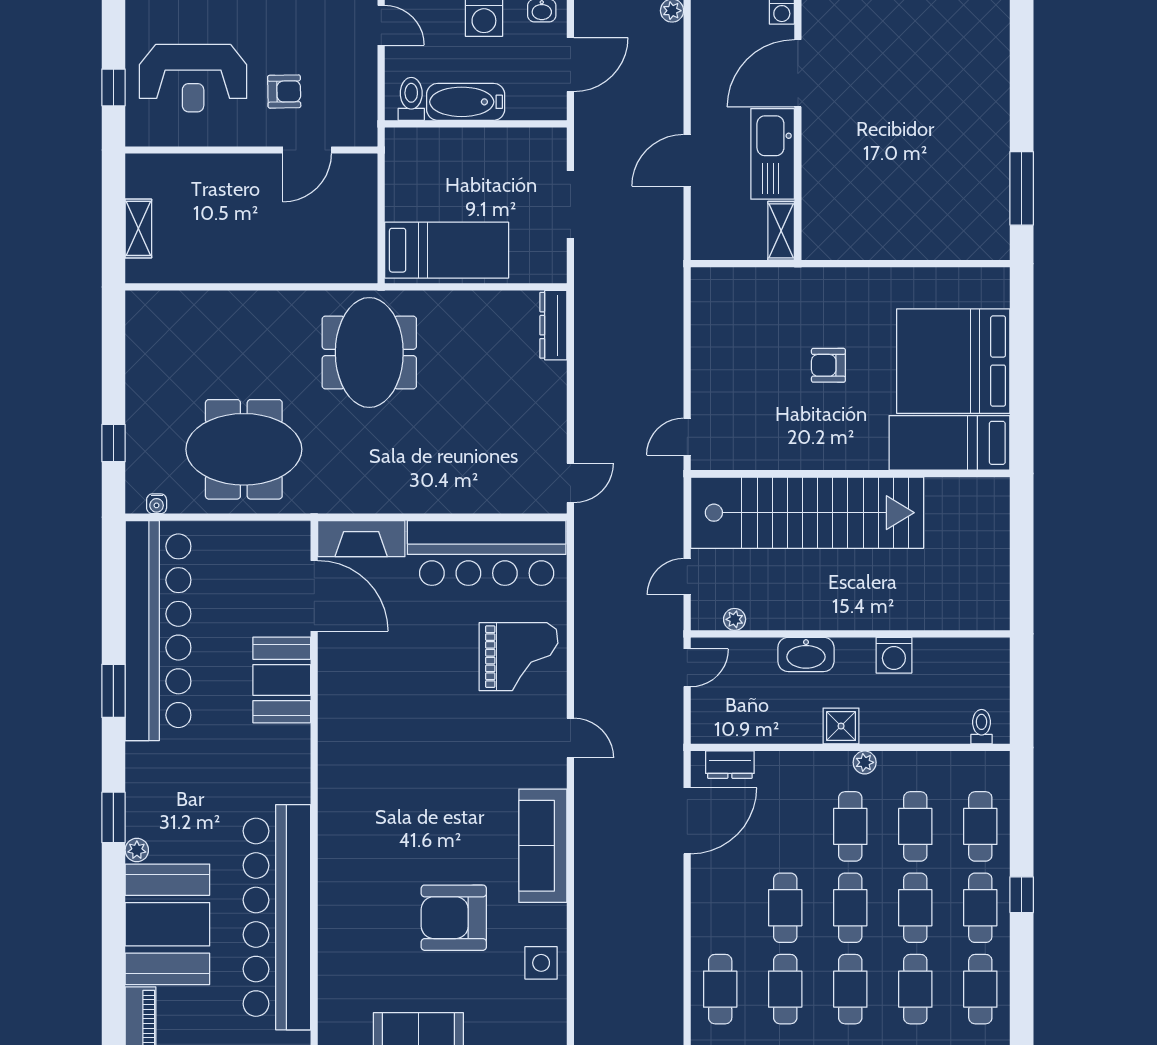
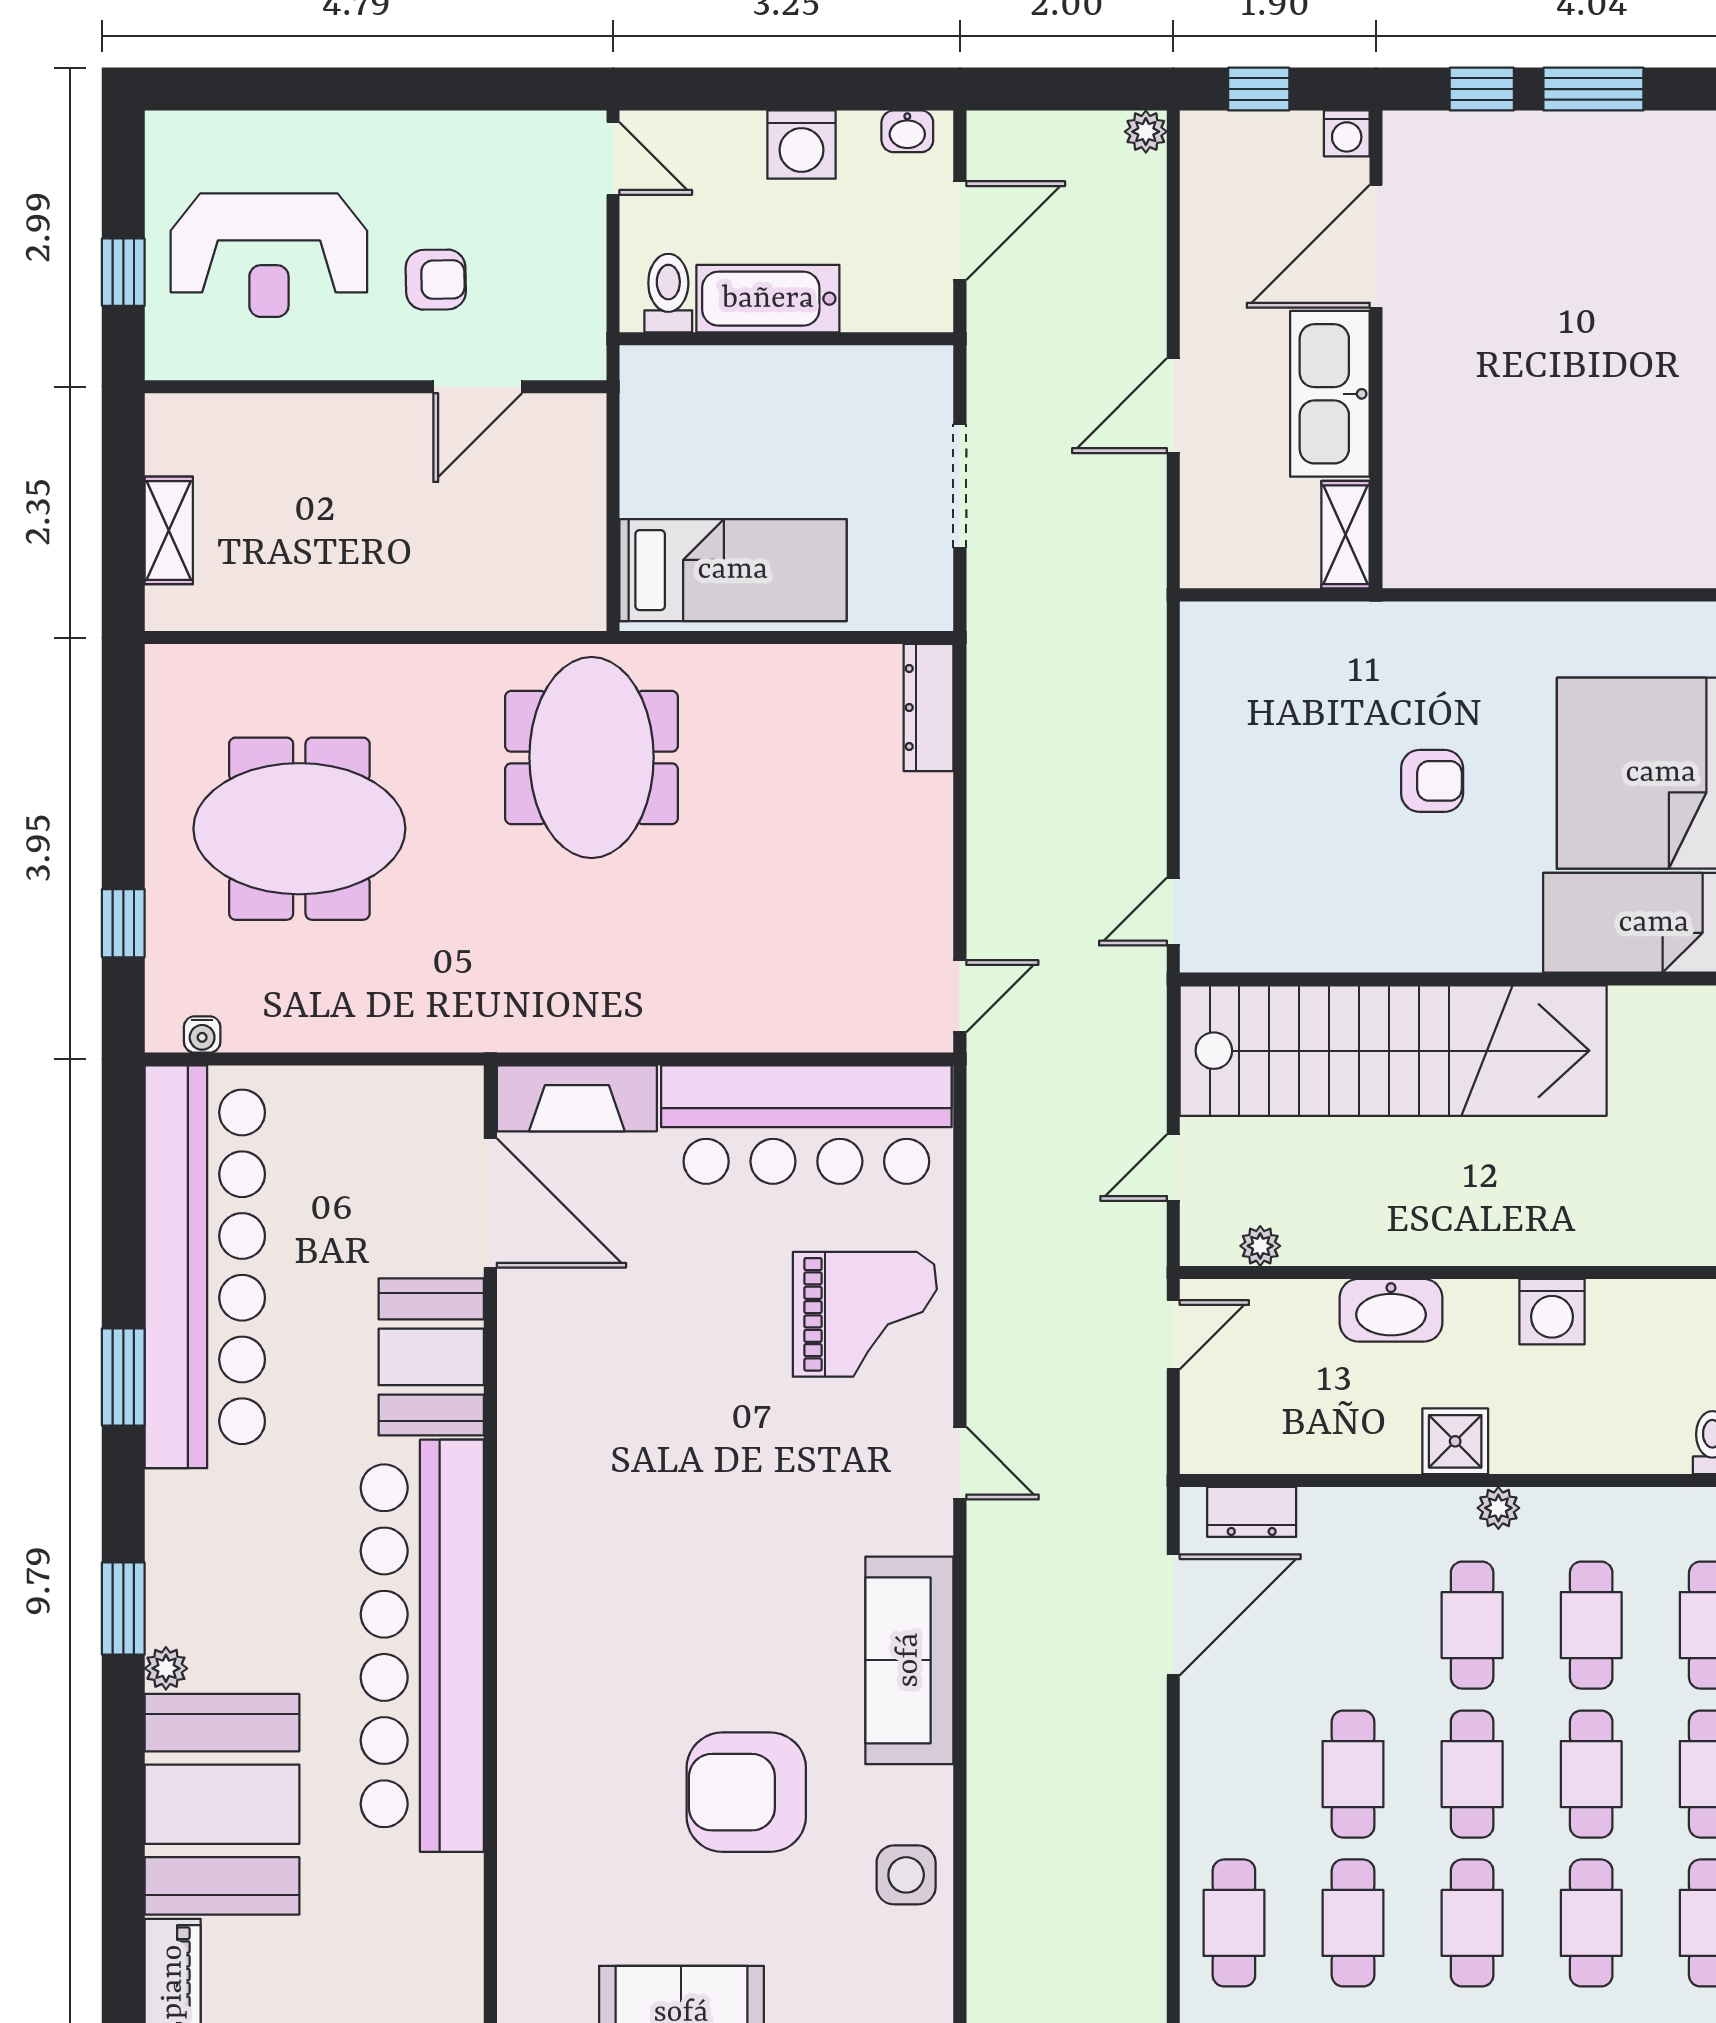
armchair: (828, 365) -> (1432, 781), turned 180
meeting table: (244, 449) -> (299, 829), moved
bar counter: (277, 917) -> (422, 1646), moved

